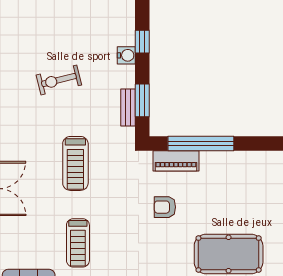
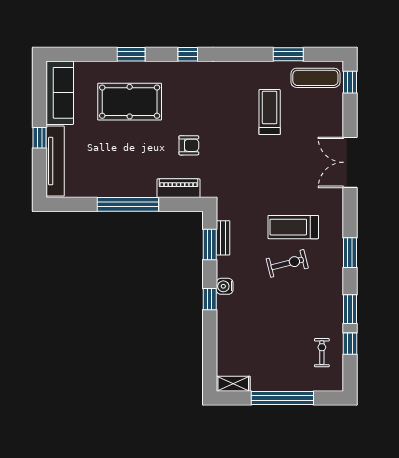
window: (201, 143) -> (128, 204), moved
treadmill: (75, 163) -> (293, 227), moved, turned -90

